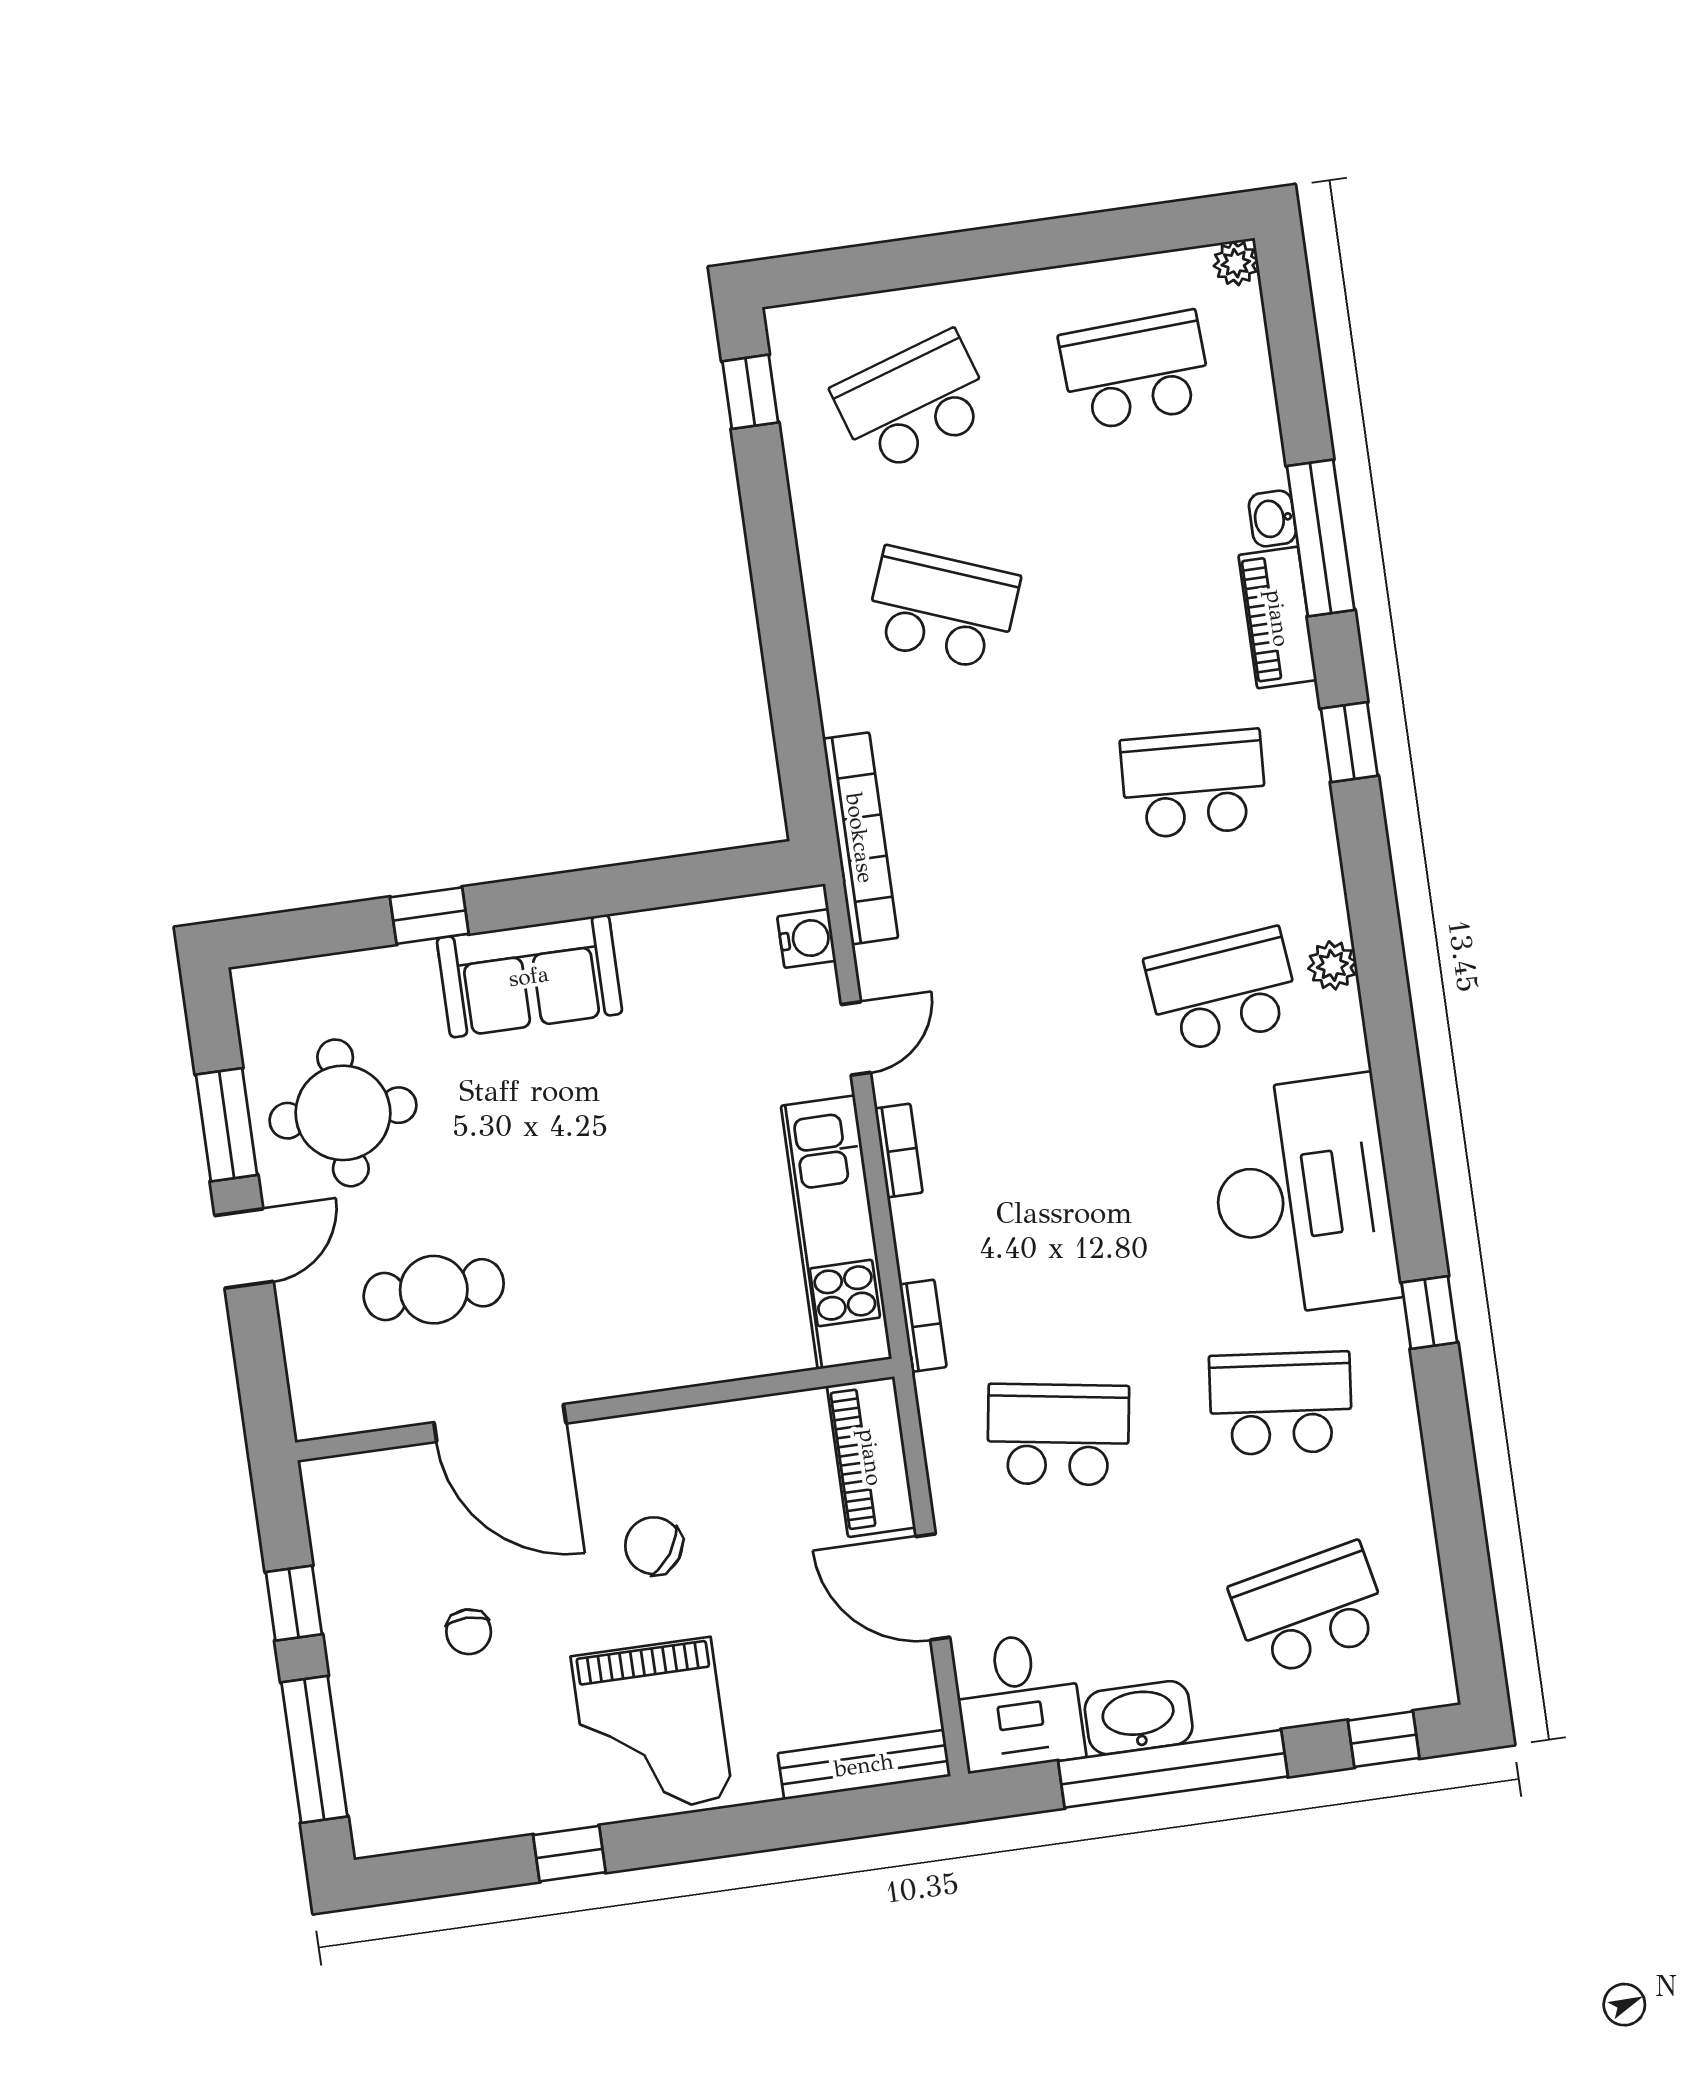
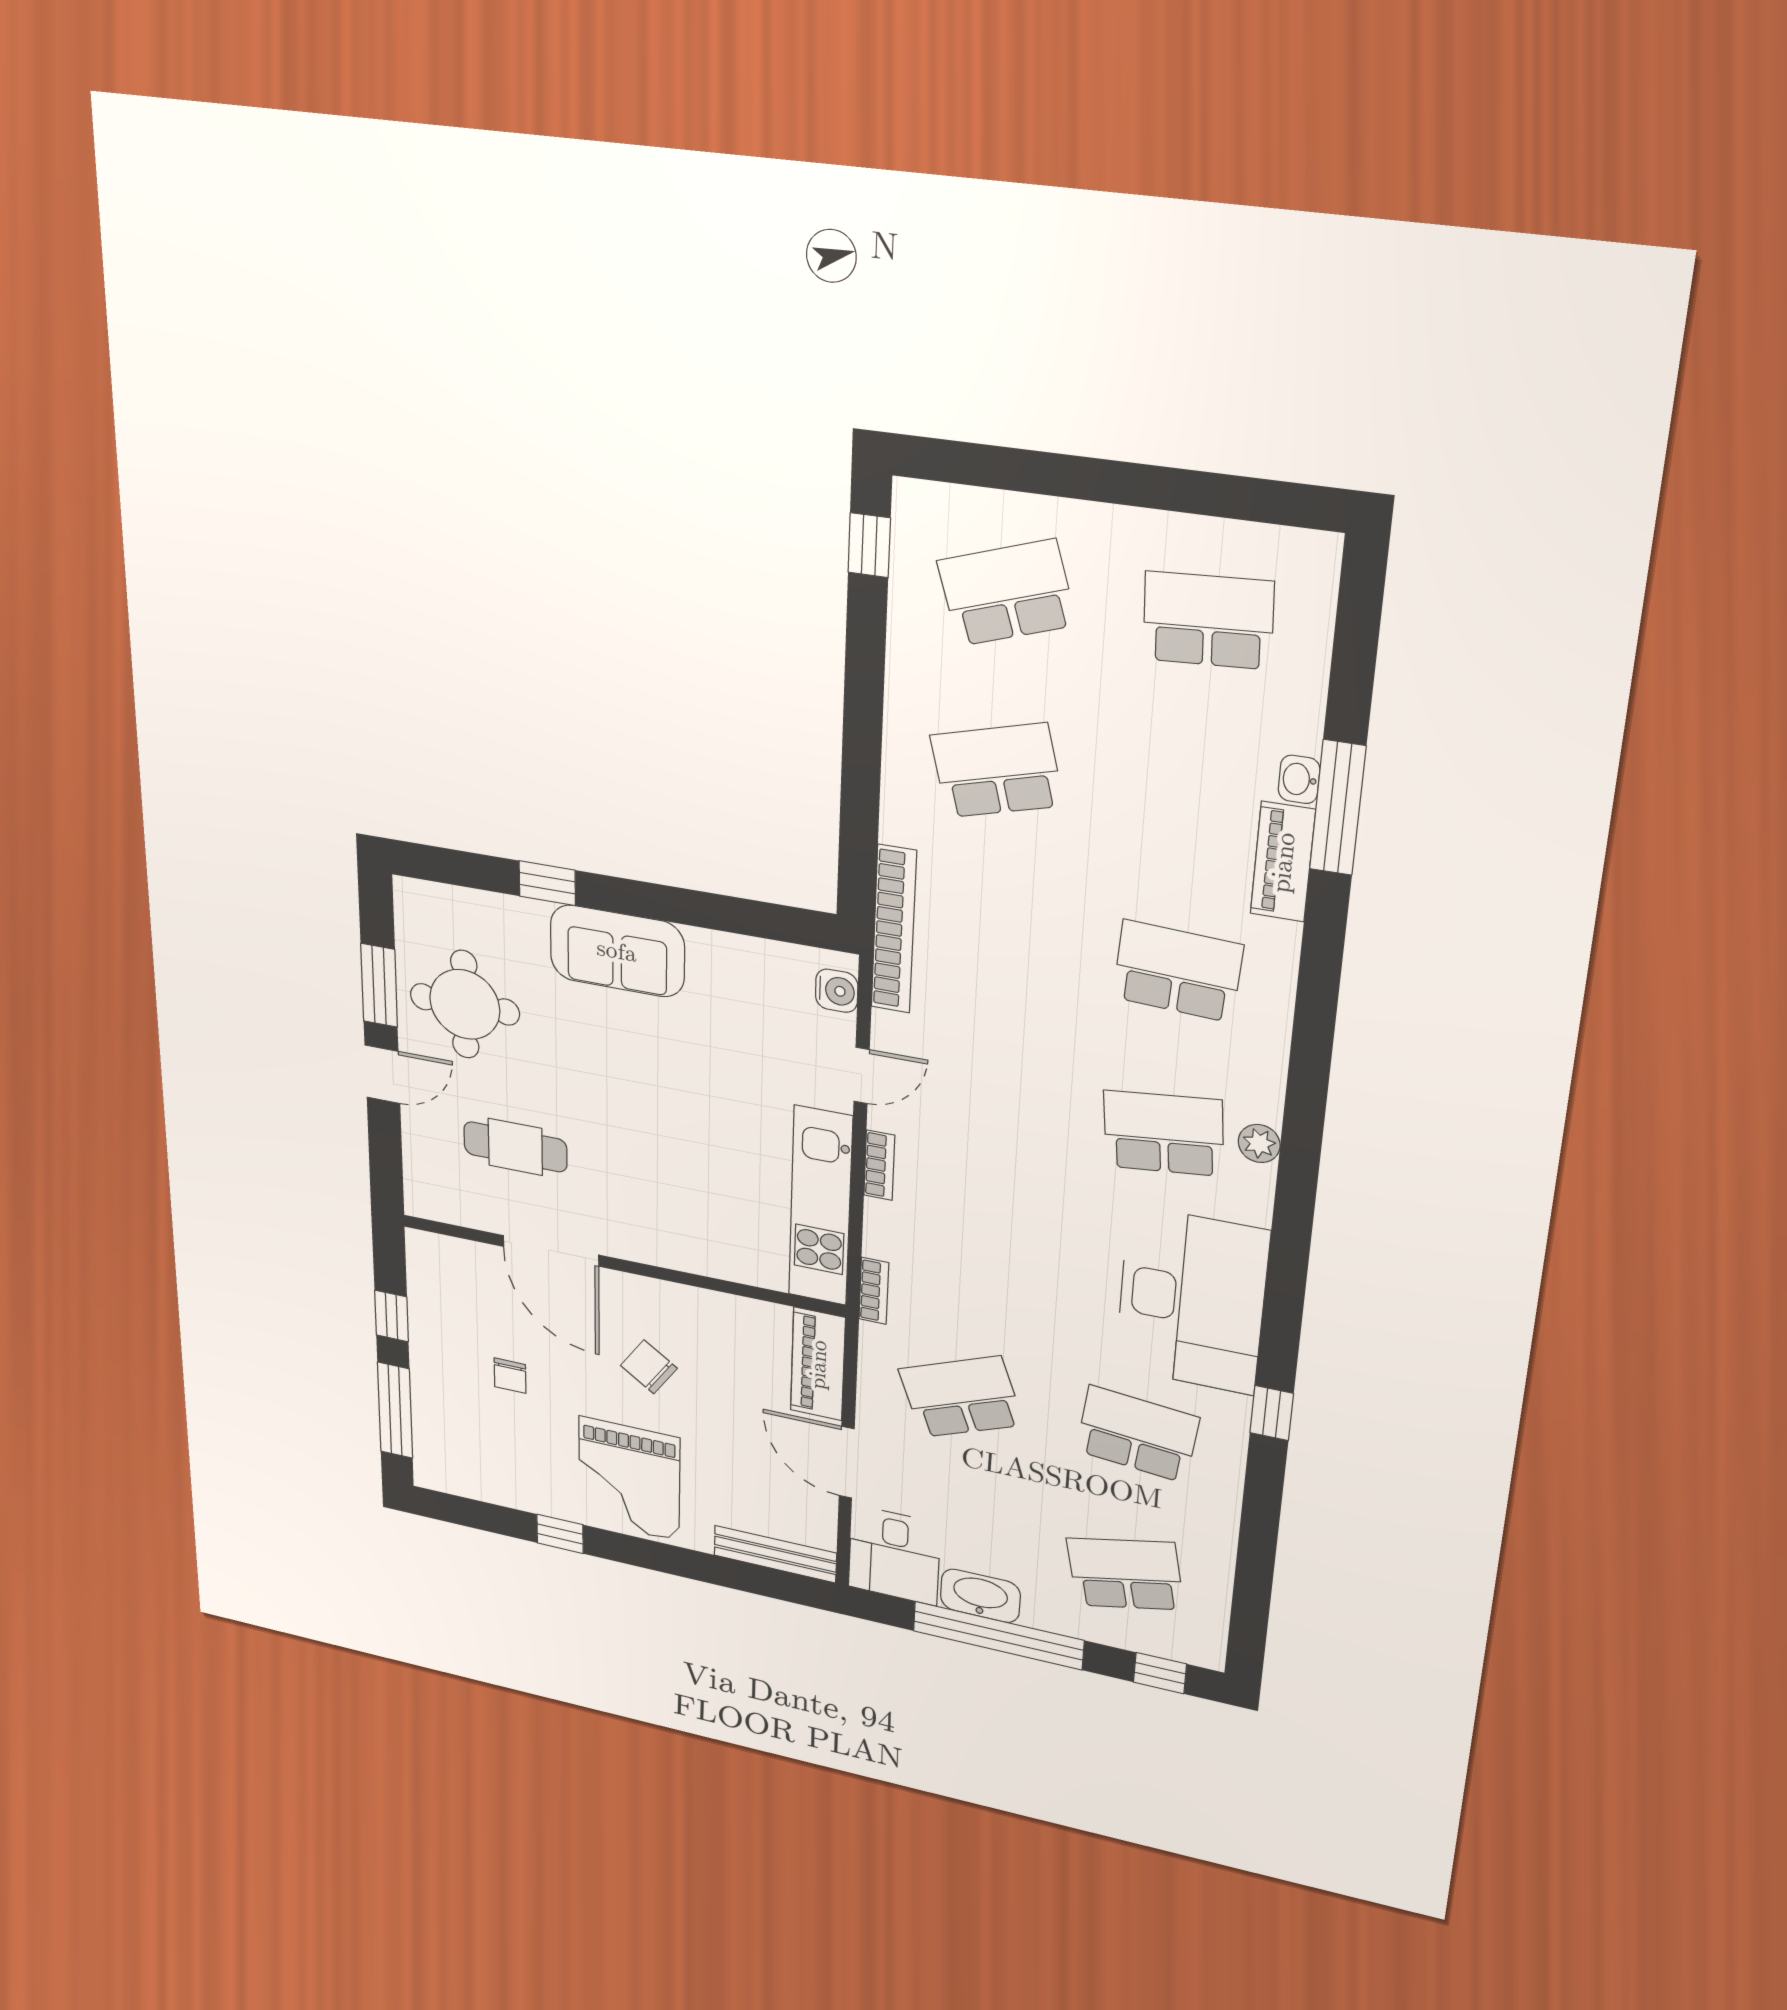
plant: (1236, 263) -> (1322, 551), removed
school desk: (942, 609) -> (997, 770), turned -36
window: (1349, 742) -> (1319, 979), removed
school desk: (1058, 1434) -> (961, 1397), turned -30

